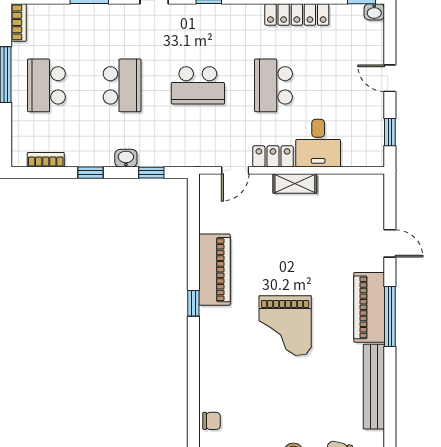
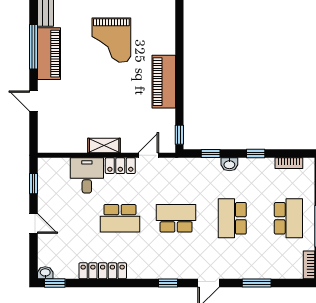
school desk: (273, 85) -> (120, 218), turned 90
window: (193, 303) -> (179, 135), moved
grand piano: (285, 326) -> (111, 40), turned 180

